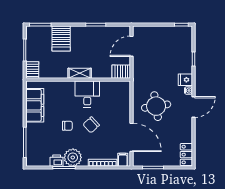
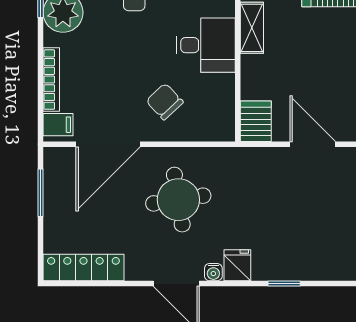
chair: (91, 125) -> (165, 102), moved
locker: (186, 155) -> (83, 268), width x1.53

